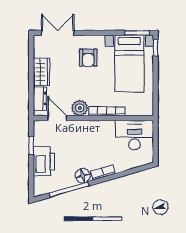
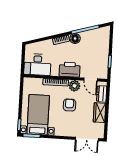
armchair: (88, 58) -> (69, 105), moved
printer: (44, 161) -> (70, 70), moved, turned 90

